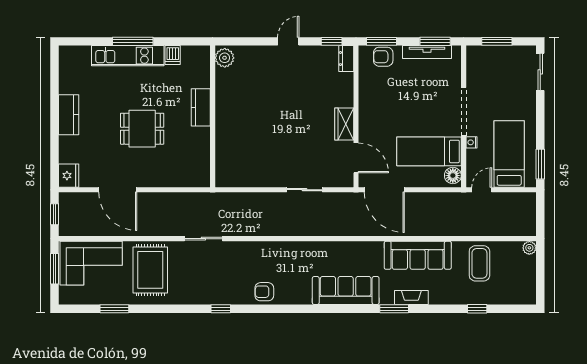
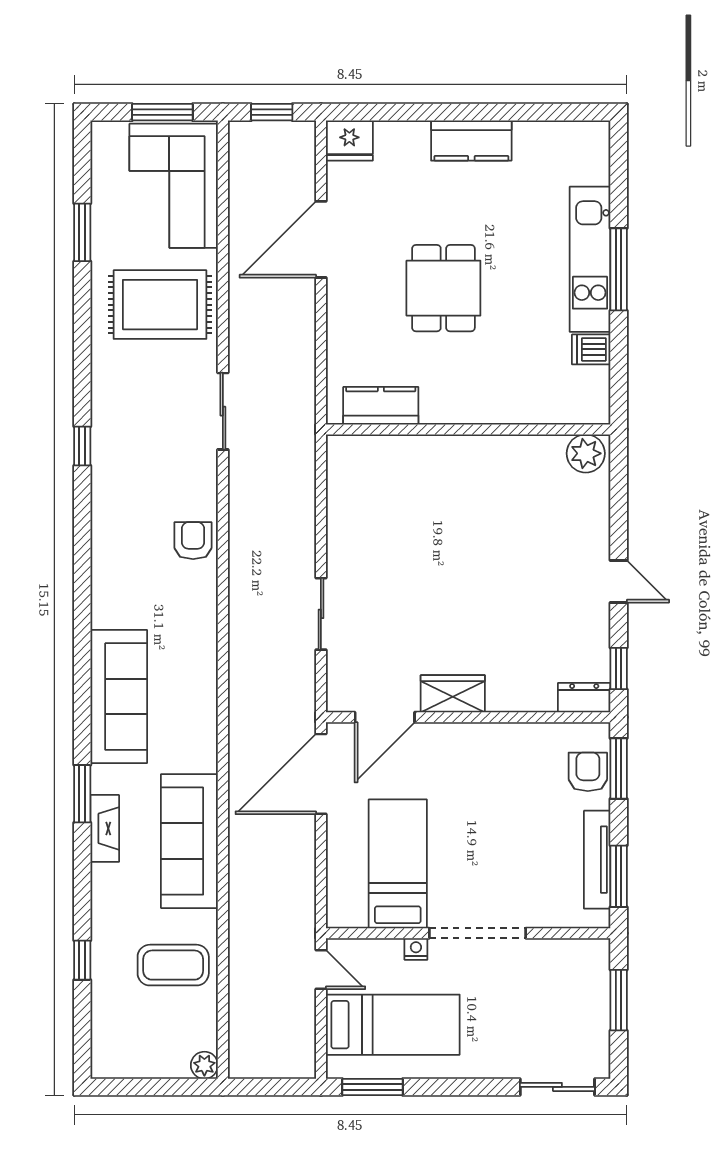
kitchen counter: (201, 107) -> (381, 406), moved
floor lamp: (453, 176) -> (349, 912), removed
armchair: (264, 292) -> (193, 541), moved

